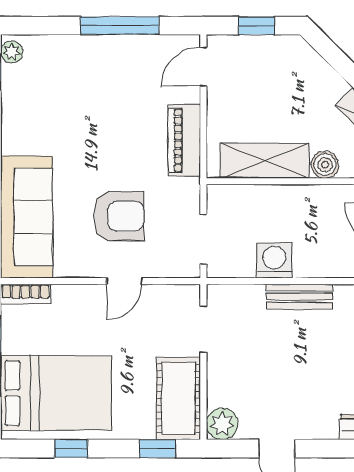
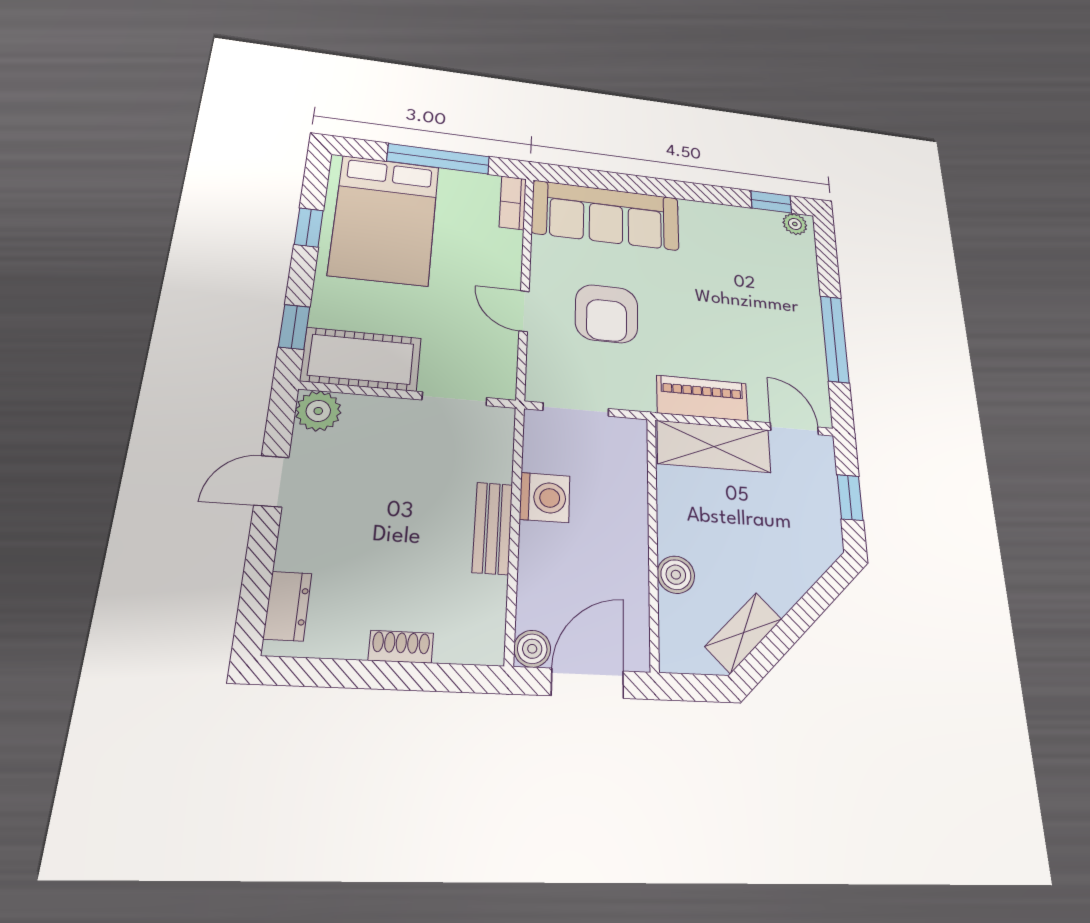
shelving: (265, 161) -> (714, 447), moved, turned 90

